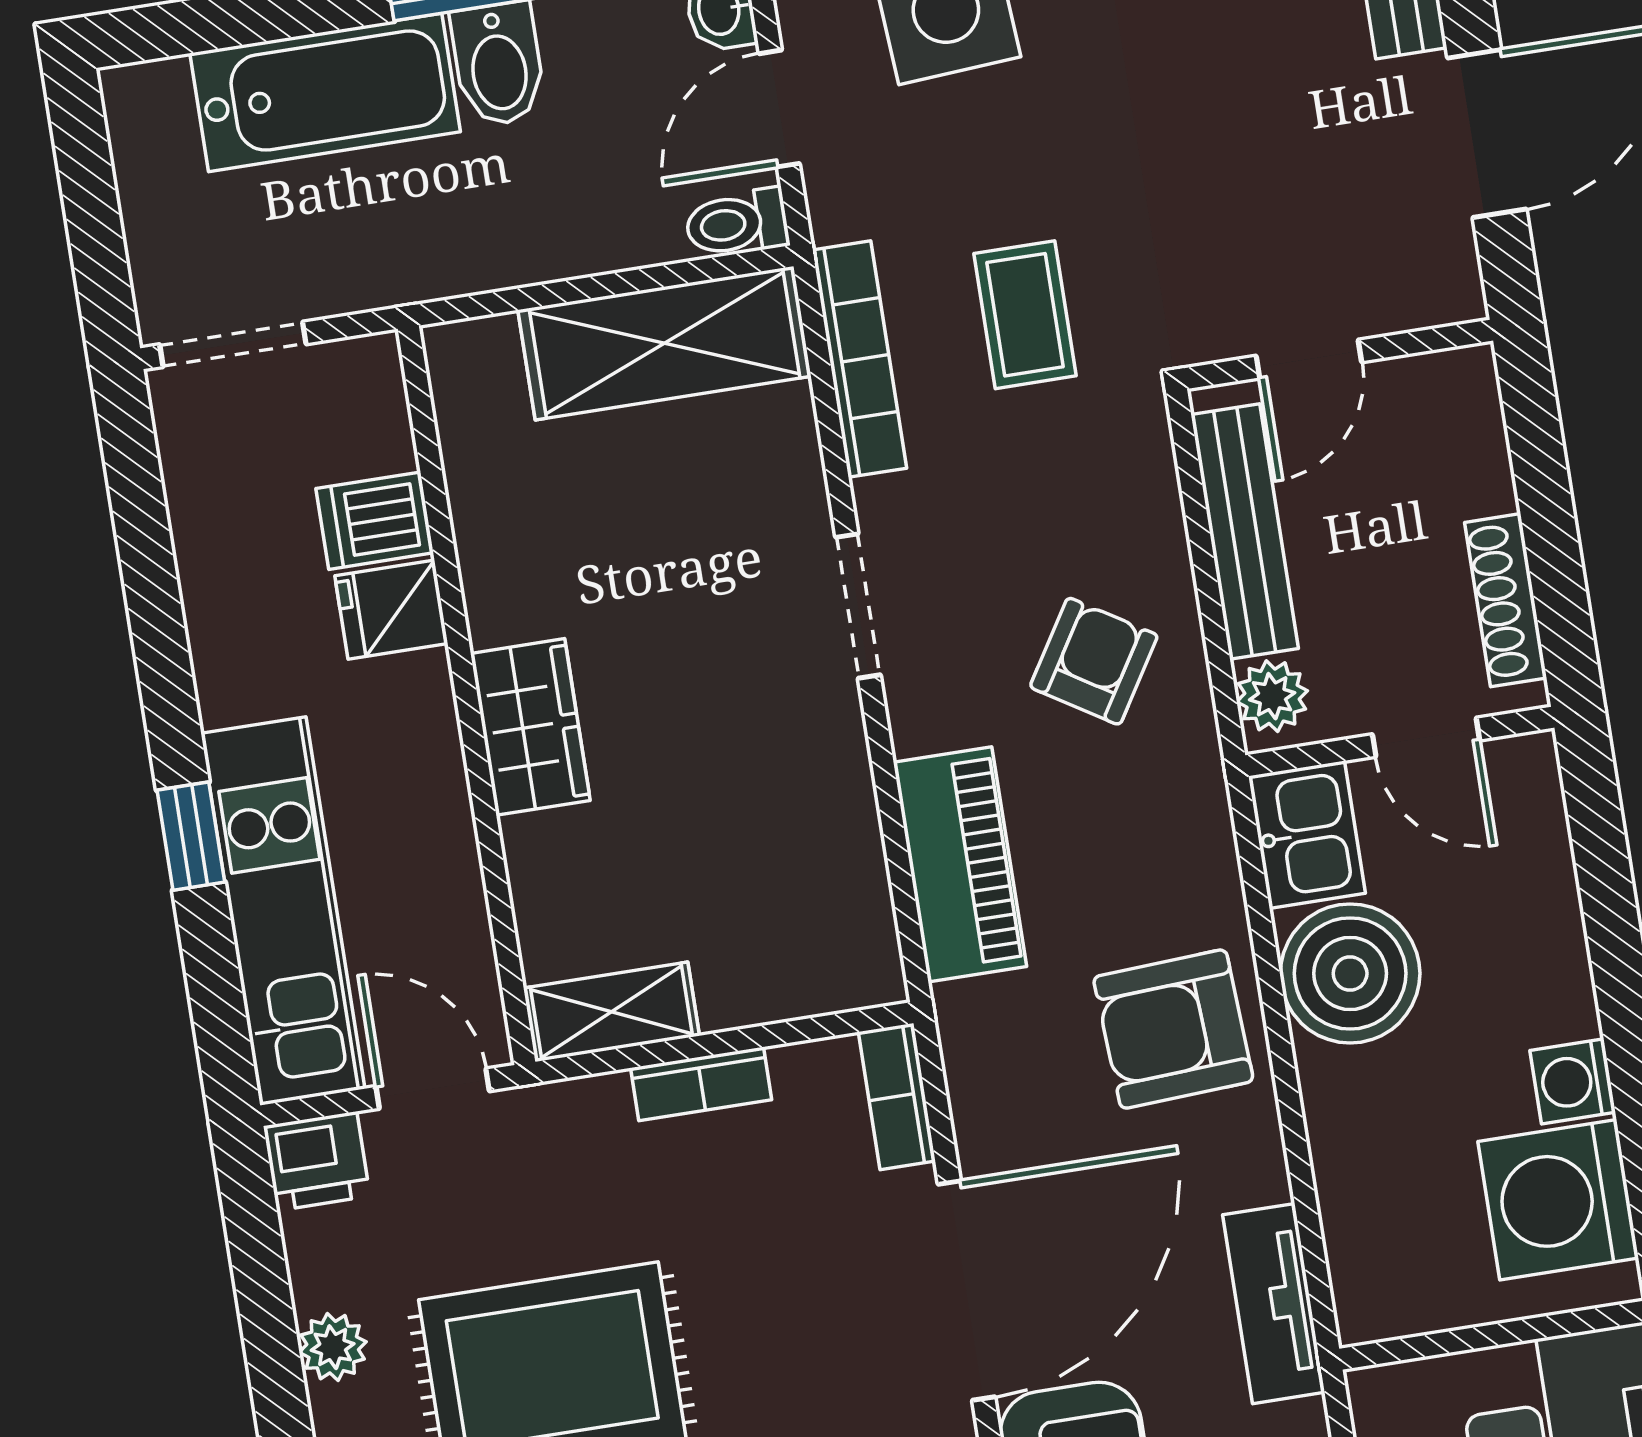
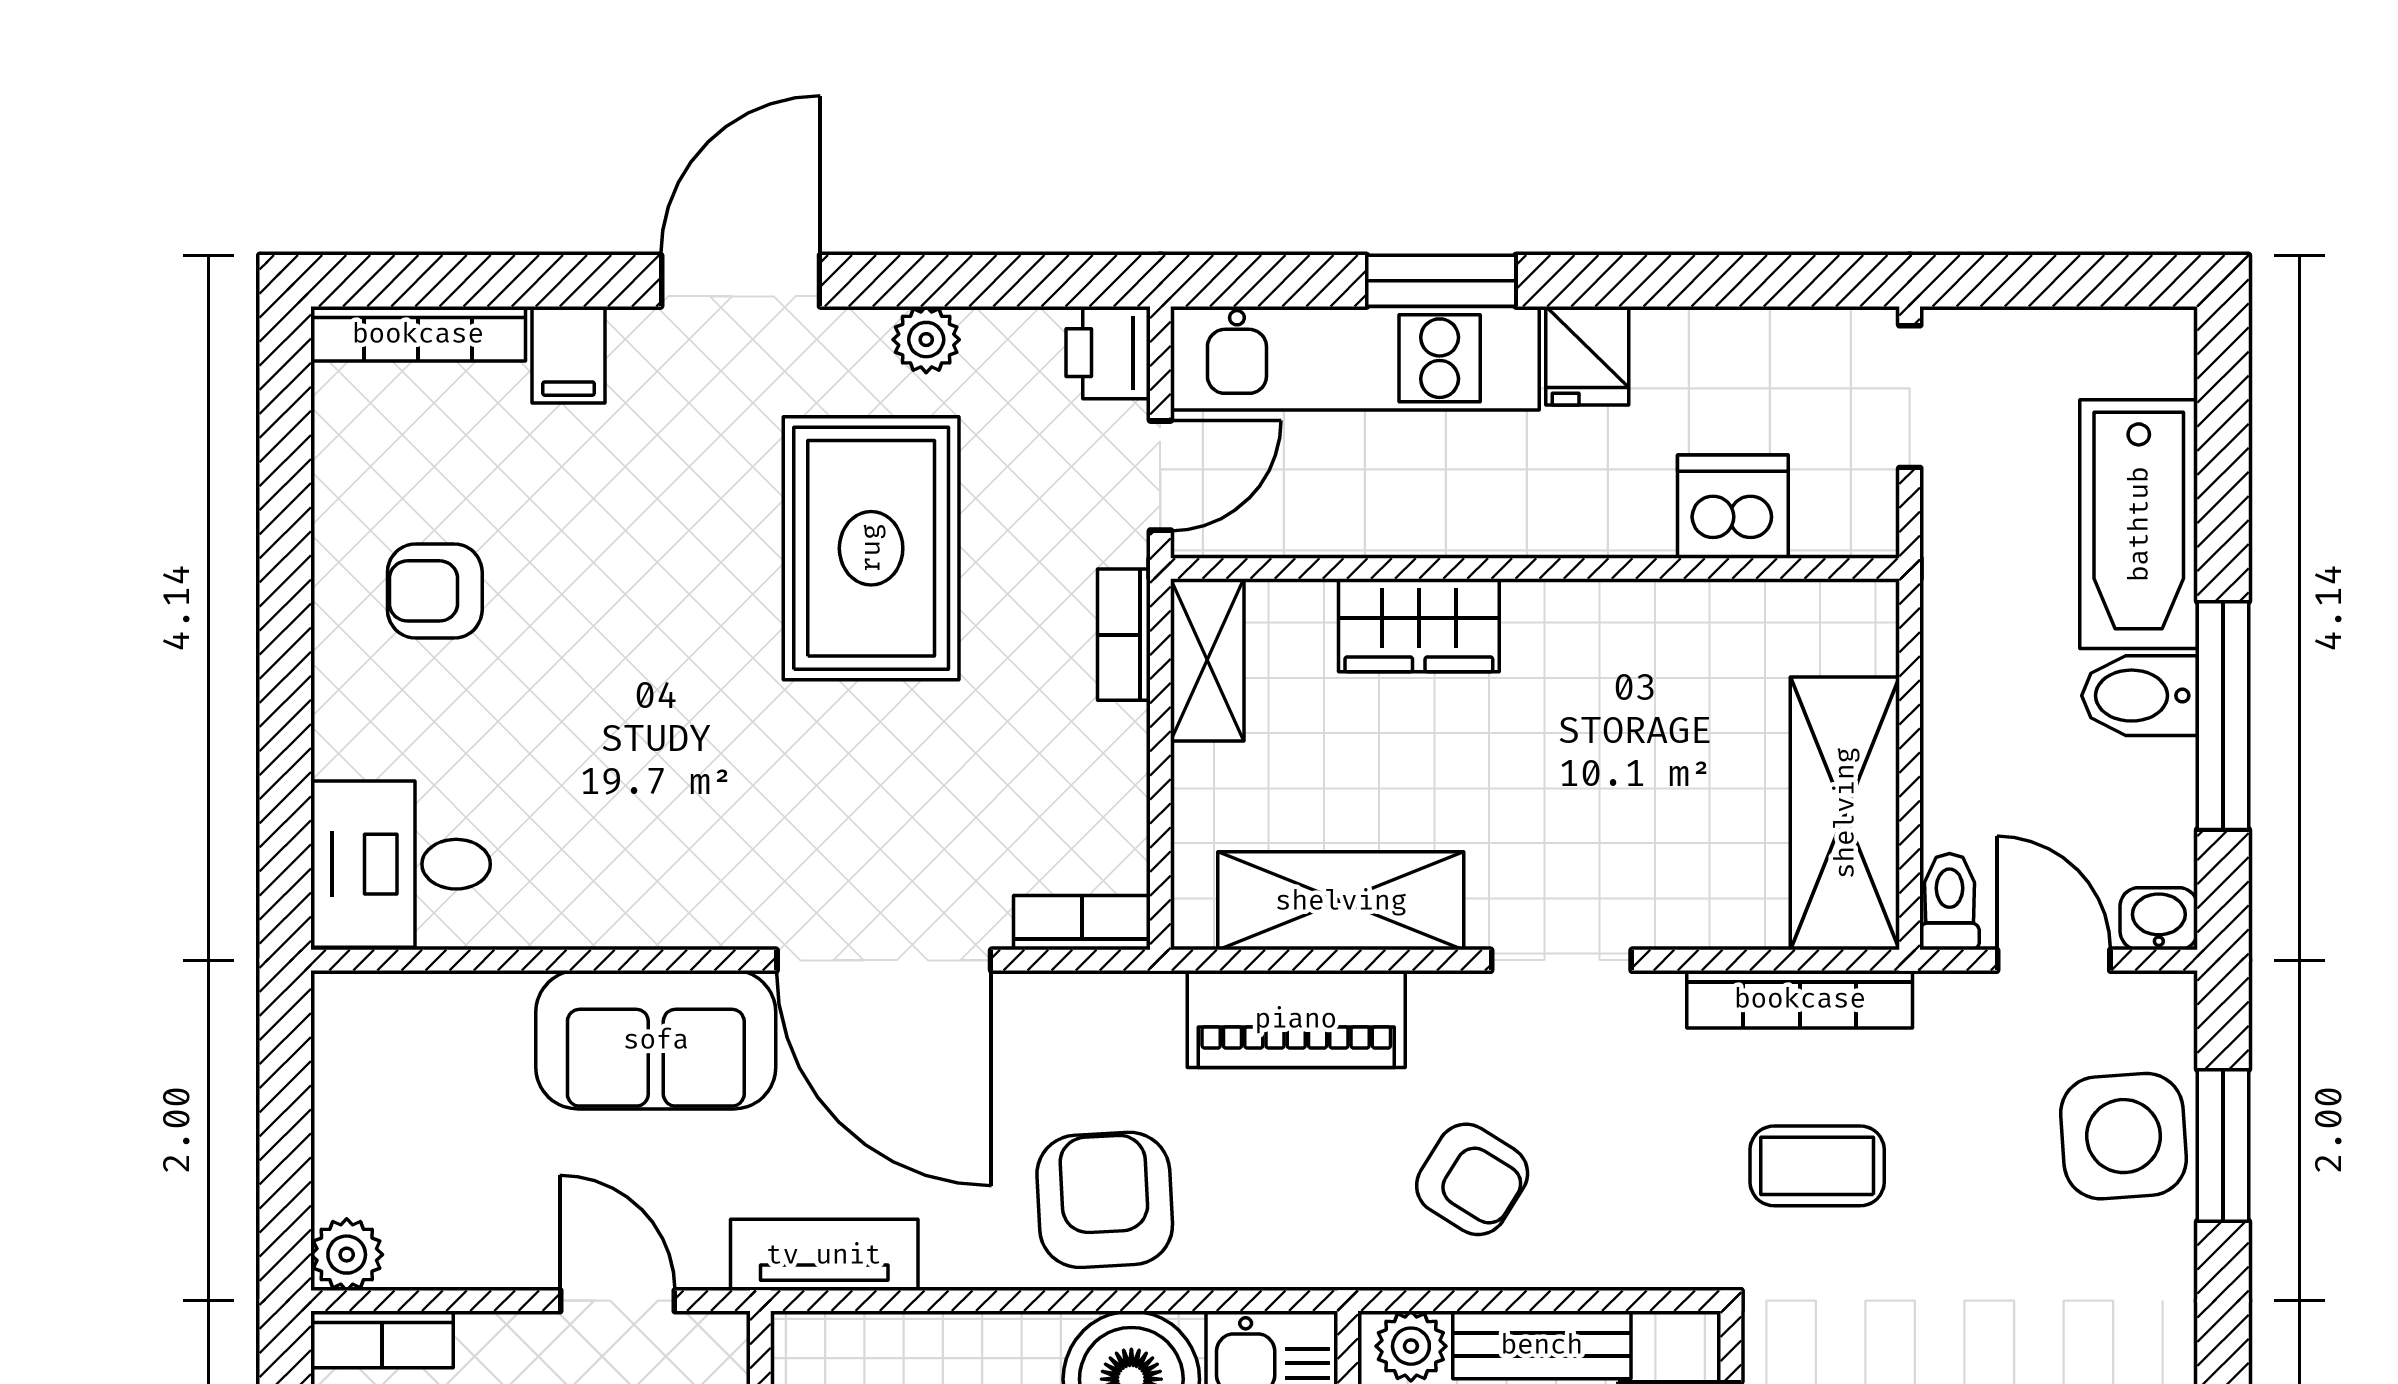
dishwasher: (375, 521) -> (1733, 507), width x1.38
bench: (1245, 532) -> (1542, 1345), width x0.73
fridge: (391, 610) -> (1587, 356), moved, turned 180
wardrobe: (530, 727) -> (1419, 625), moved
window: (191, 836) -> (1441, 281), width x1.50
shelving: (833, 838) -> (1341, 901), added
bookcase: (701, 1084) -> (1124, 635), moved

